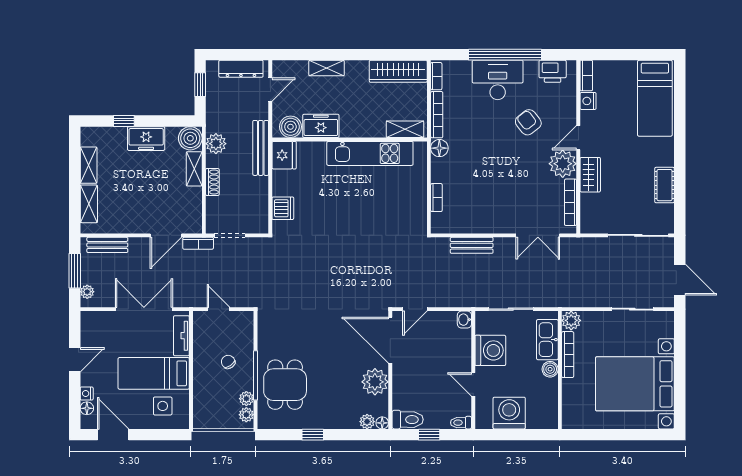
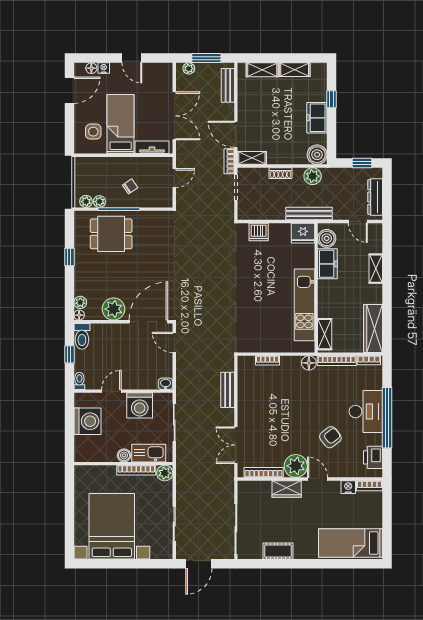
shelving: (194, 169) -> (252, 158), moved

